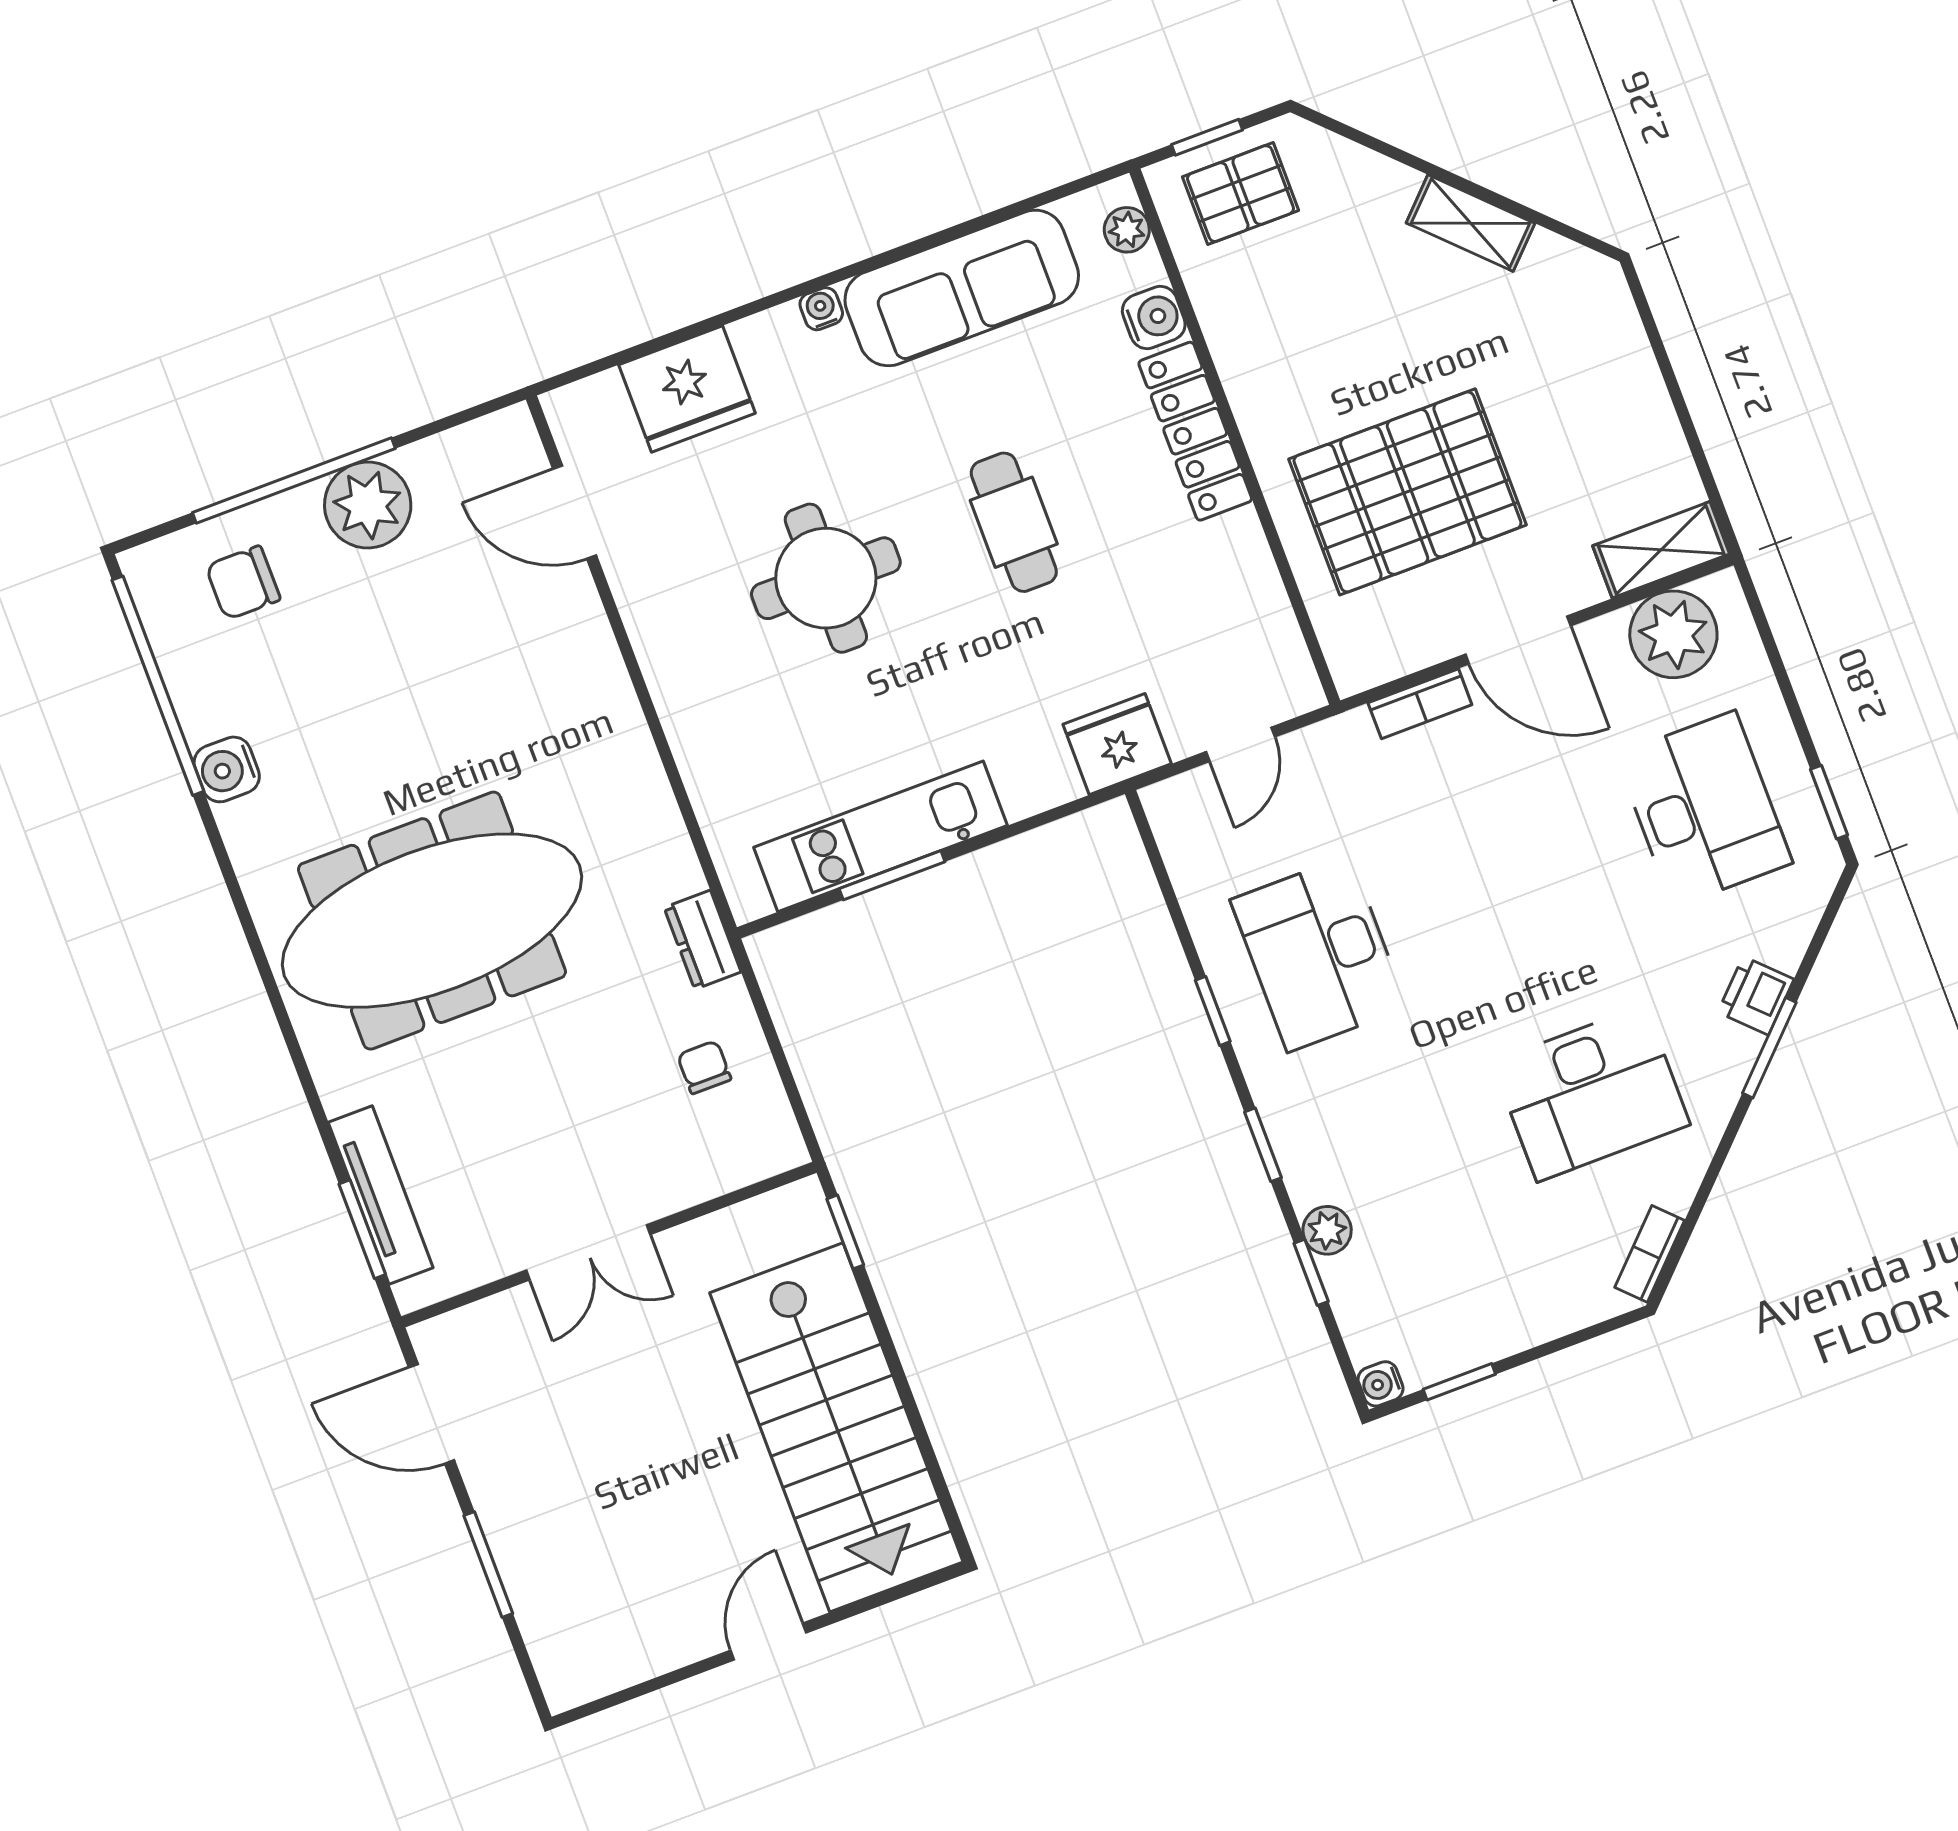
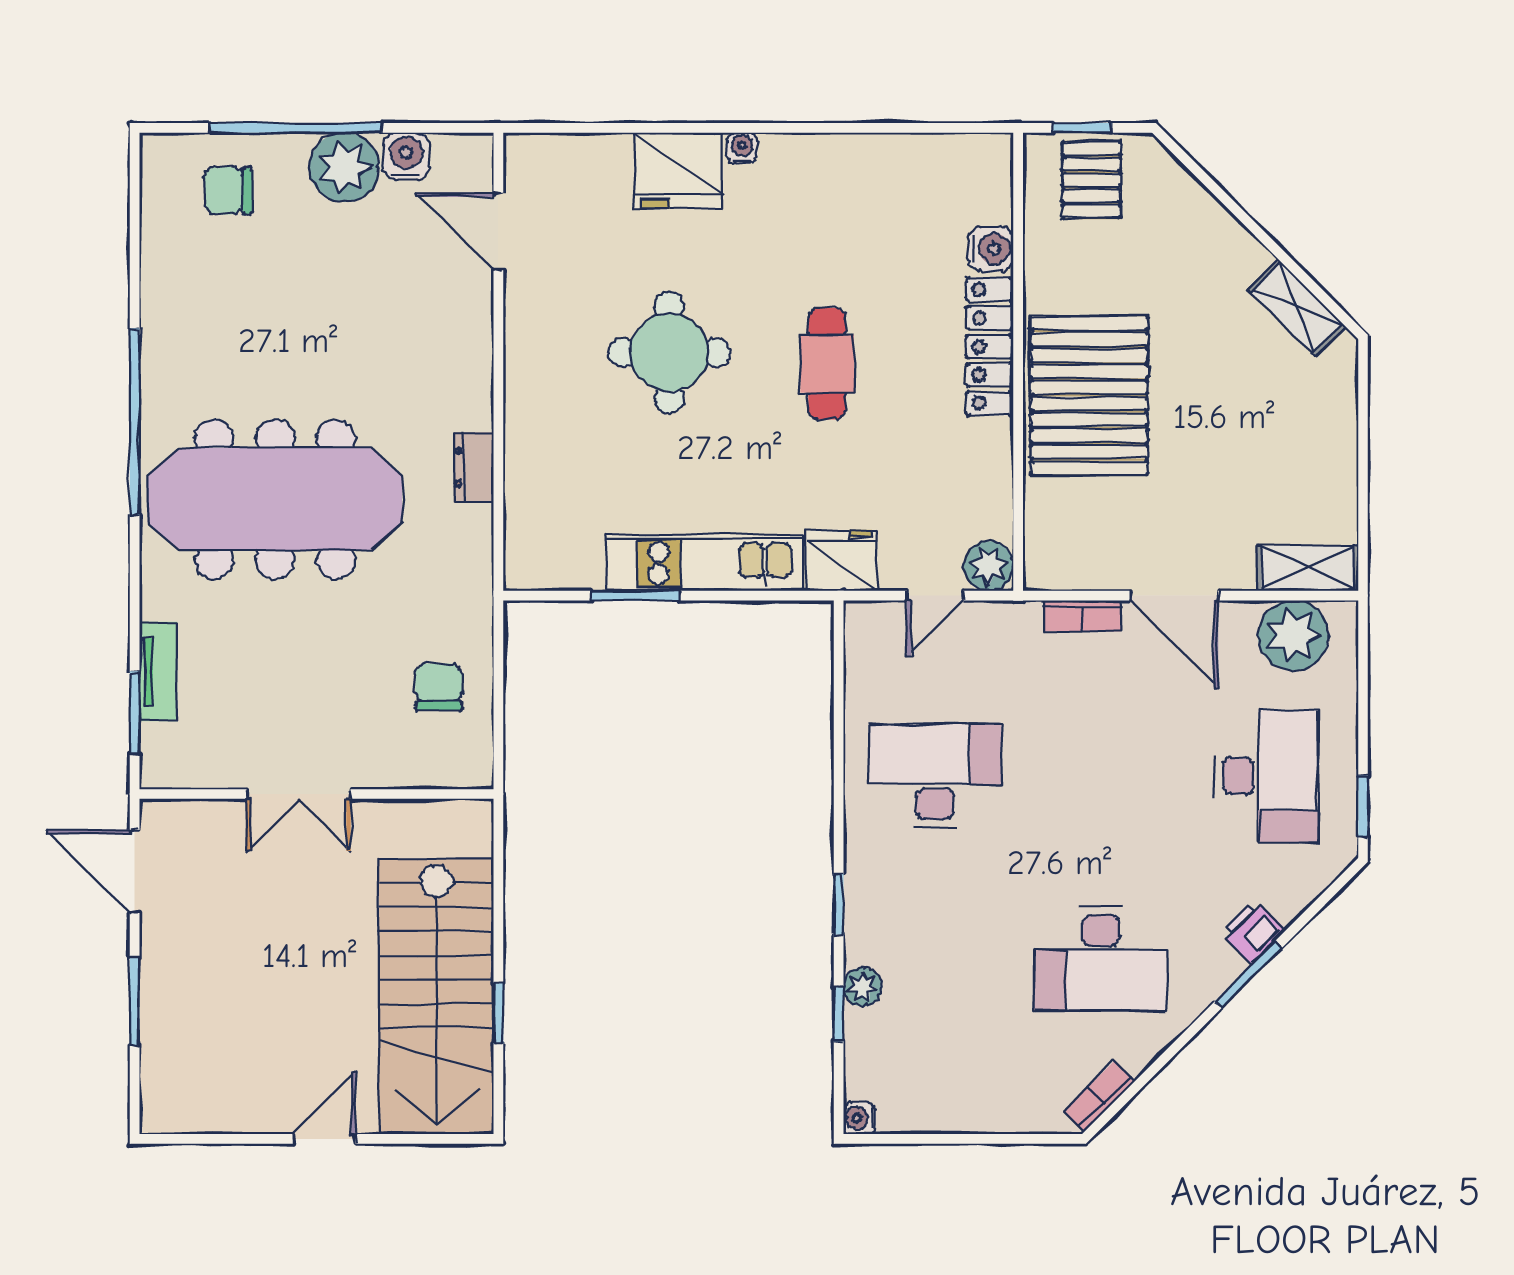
pallet: (1240, 194) -> (1091, 180), turned 90
shelving: (1471, 223) -> (1297, 308), moved
plant: (1127, 230) -> (989, 566), moved, width x1.38, depth x1.38
sofa: (962, 288) -> (854, 172), removed
fridge: (687, 389) -> (679, 170), moved
pallet: (1407, 492) -> (1089, 395), moved, turned 90
window: (158, 686) -> (135, 422), moved
water cooler: (227, 769) -> (406, 156), moved, turned 90
kitchen unit: (880, 836) -> (704, 563), moved
dresser: (703, 940) -> (474, 468), moved
desk: (1319, 954) -> (935, 776), turned 90
window: (1213, 1011) -> (839, 789), removed
chair: (704, 1067) -> (439, 687), width x1.37, depth x1.37
tv unit: (381, 1195) -> (158, 672), width x0.71
window: (845, 1232) -> (498, 1013), moved
window: (1459, 1382) -> (920, 1139), removed

